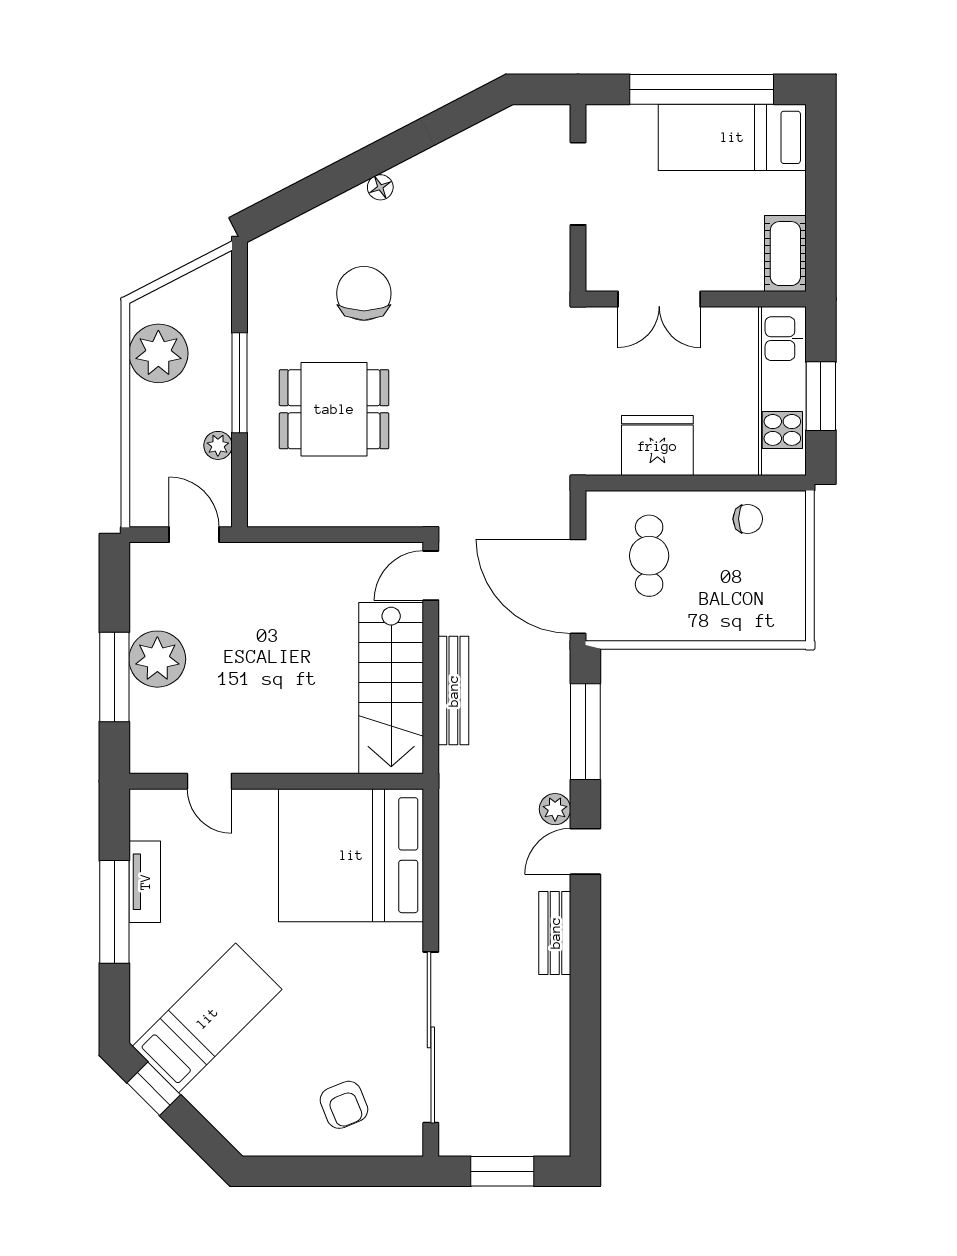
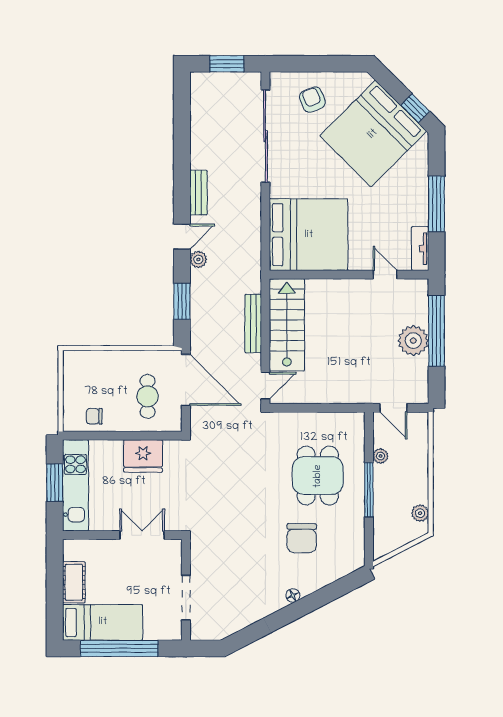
cot: (785, 254) -> (74, 582), moved
plant: (158, 353) -> (420, 513), width x0.53, depth x0.53
dining table: (334, 409) -> (318, 476), turned 90
window: (114, 677) -> (436, 331), width x1.46
window: (585, 732) -> (182, 301), width x0.69
tv unit: (145, 882) -> (420, 249), moved
bed: (207, 1018) -> (373, 134), width x2.04

